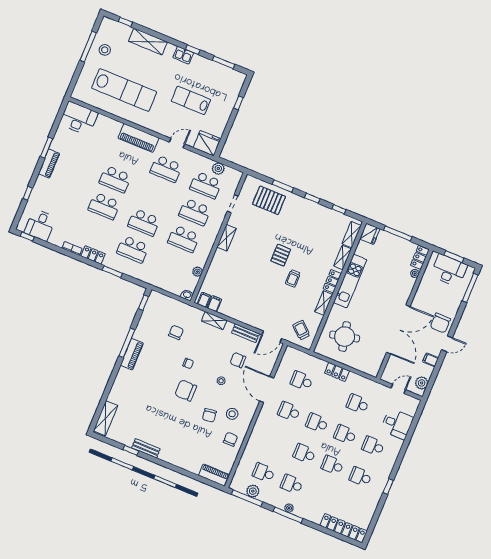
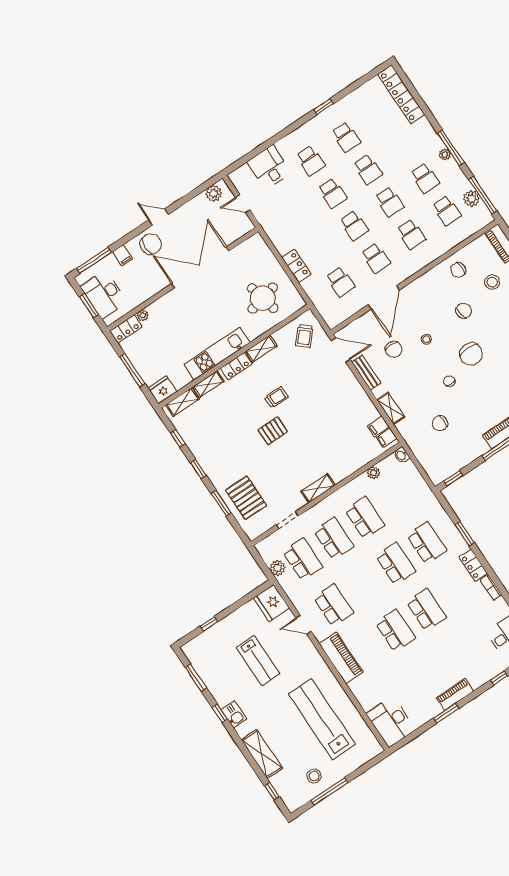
filing cabinet: (431, 360) -> (123, 255), moved
school desk: (358, 404) -> (411, 234), moved
stool: (232, 414) -> (492, 282), moved

